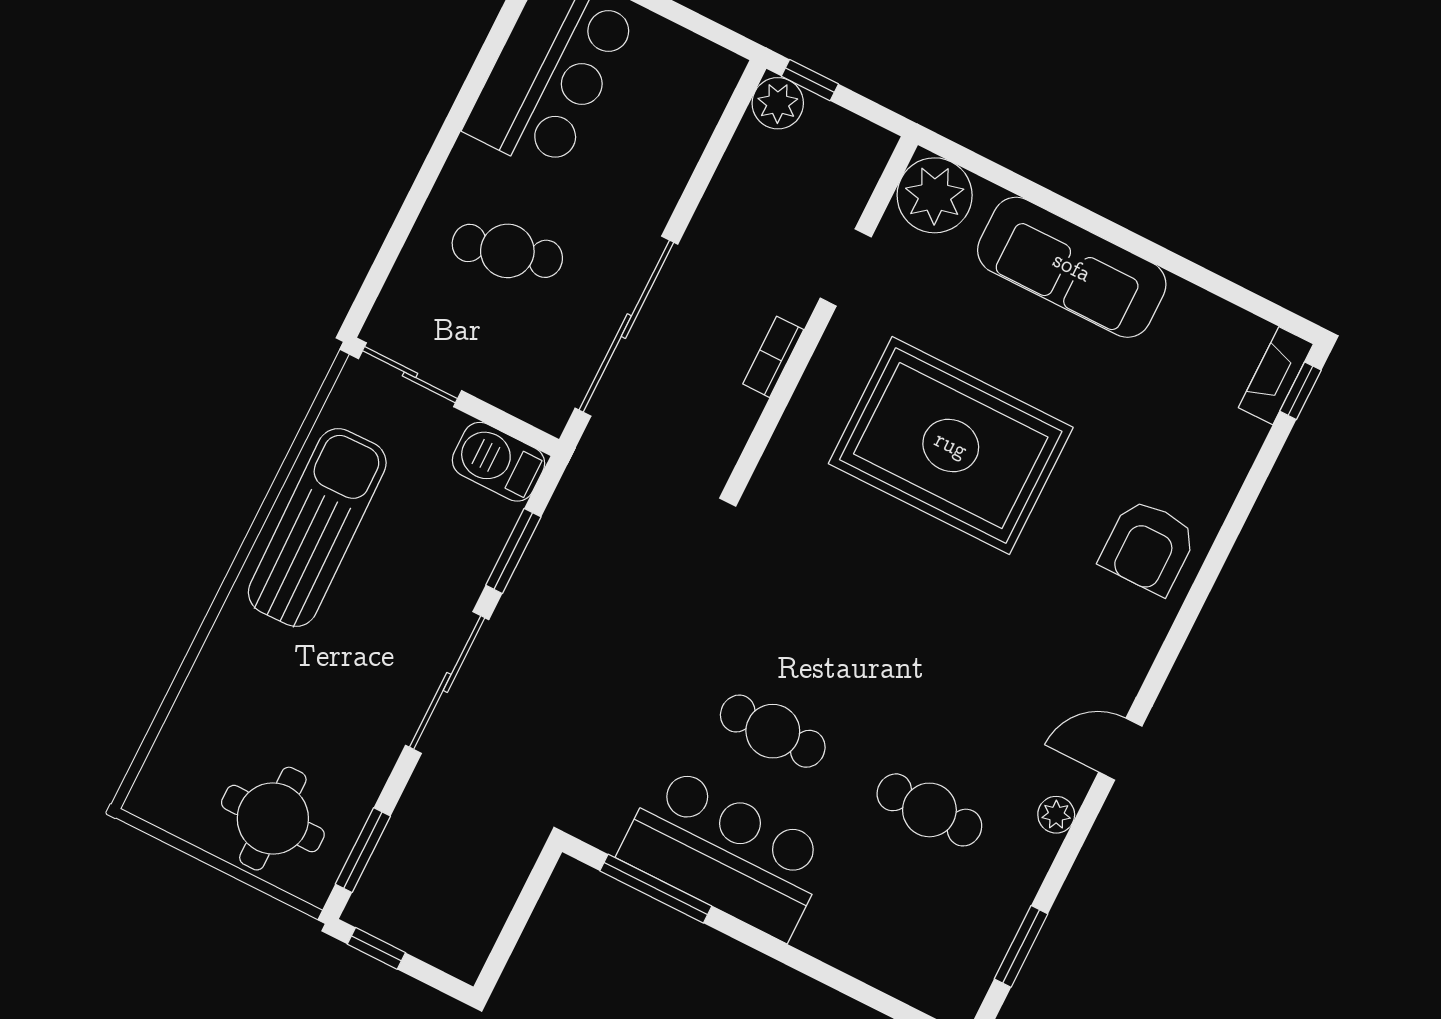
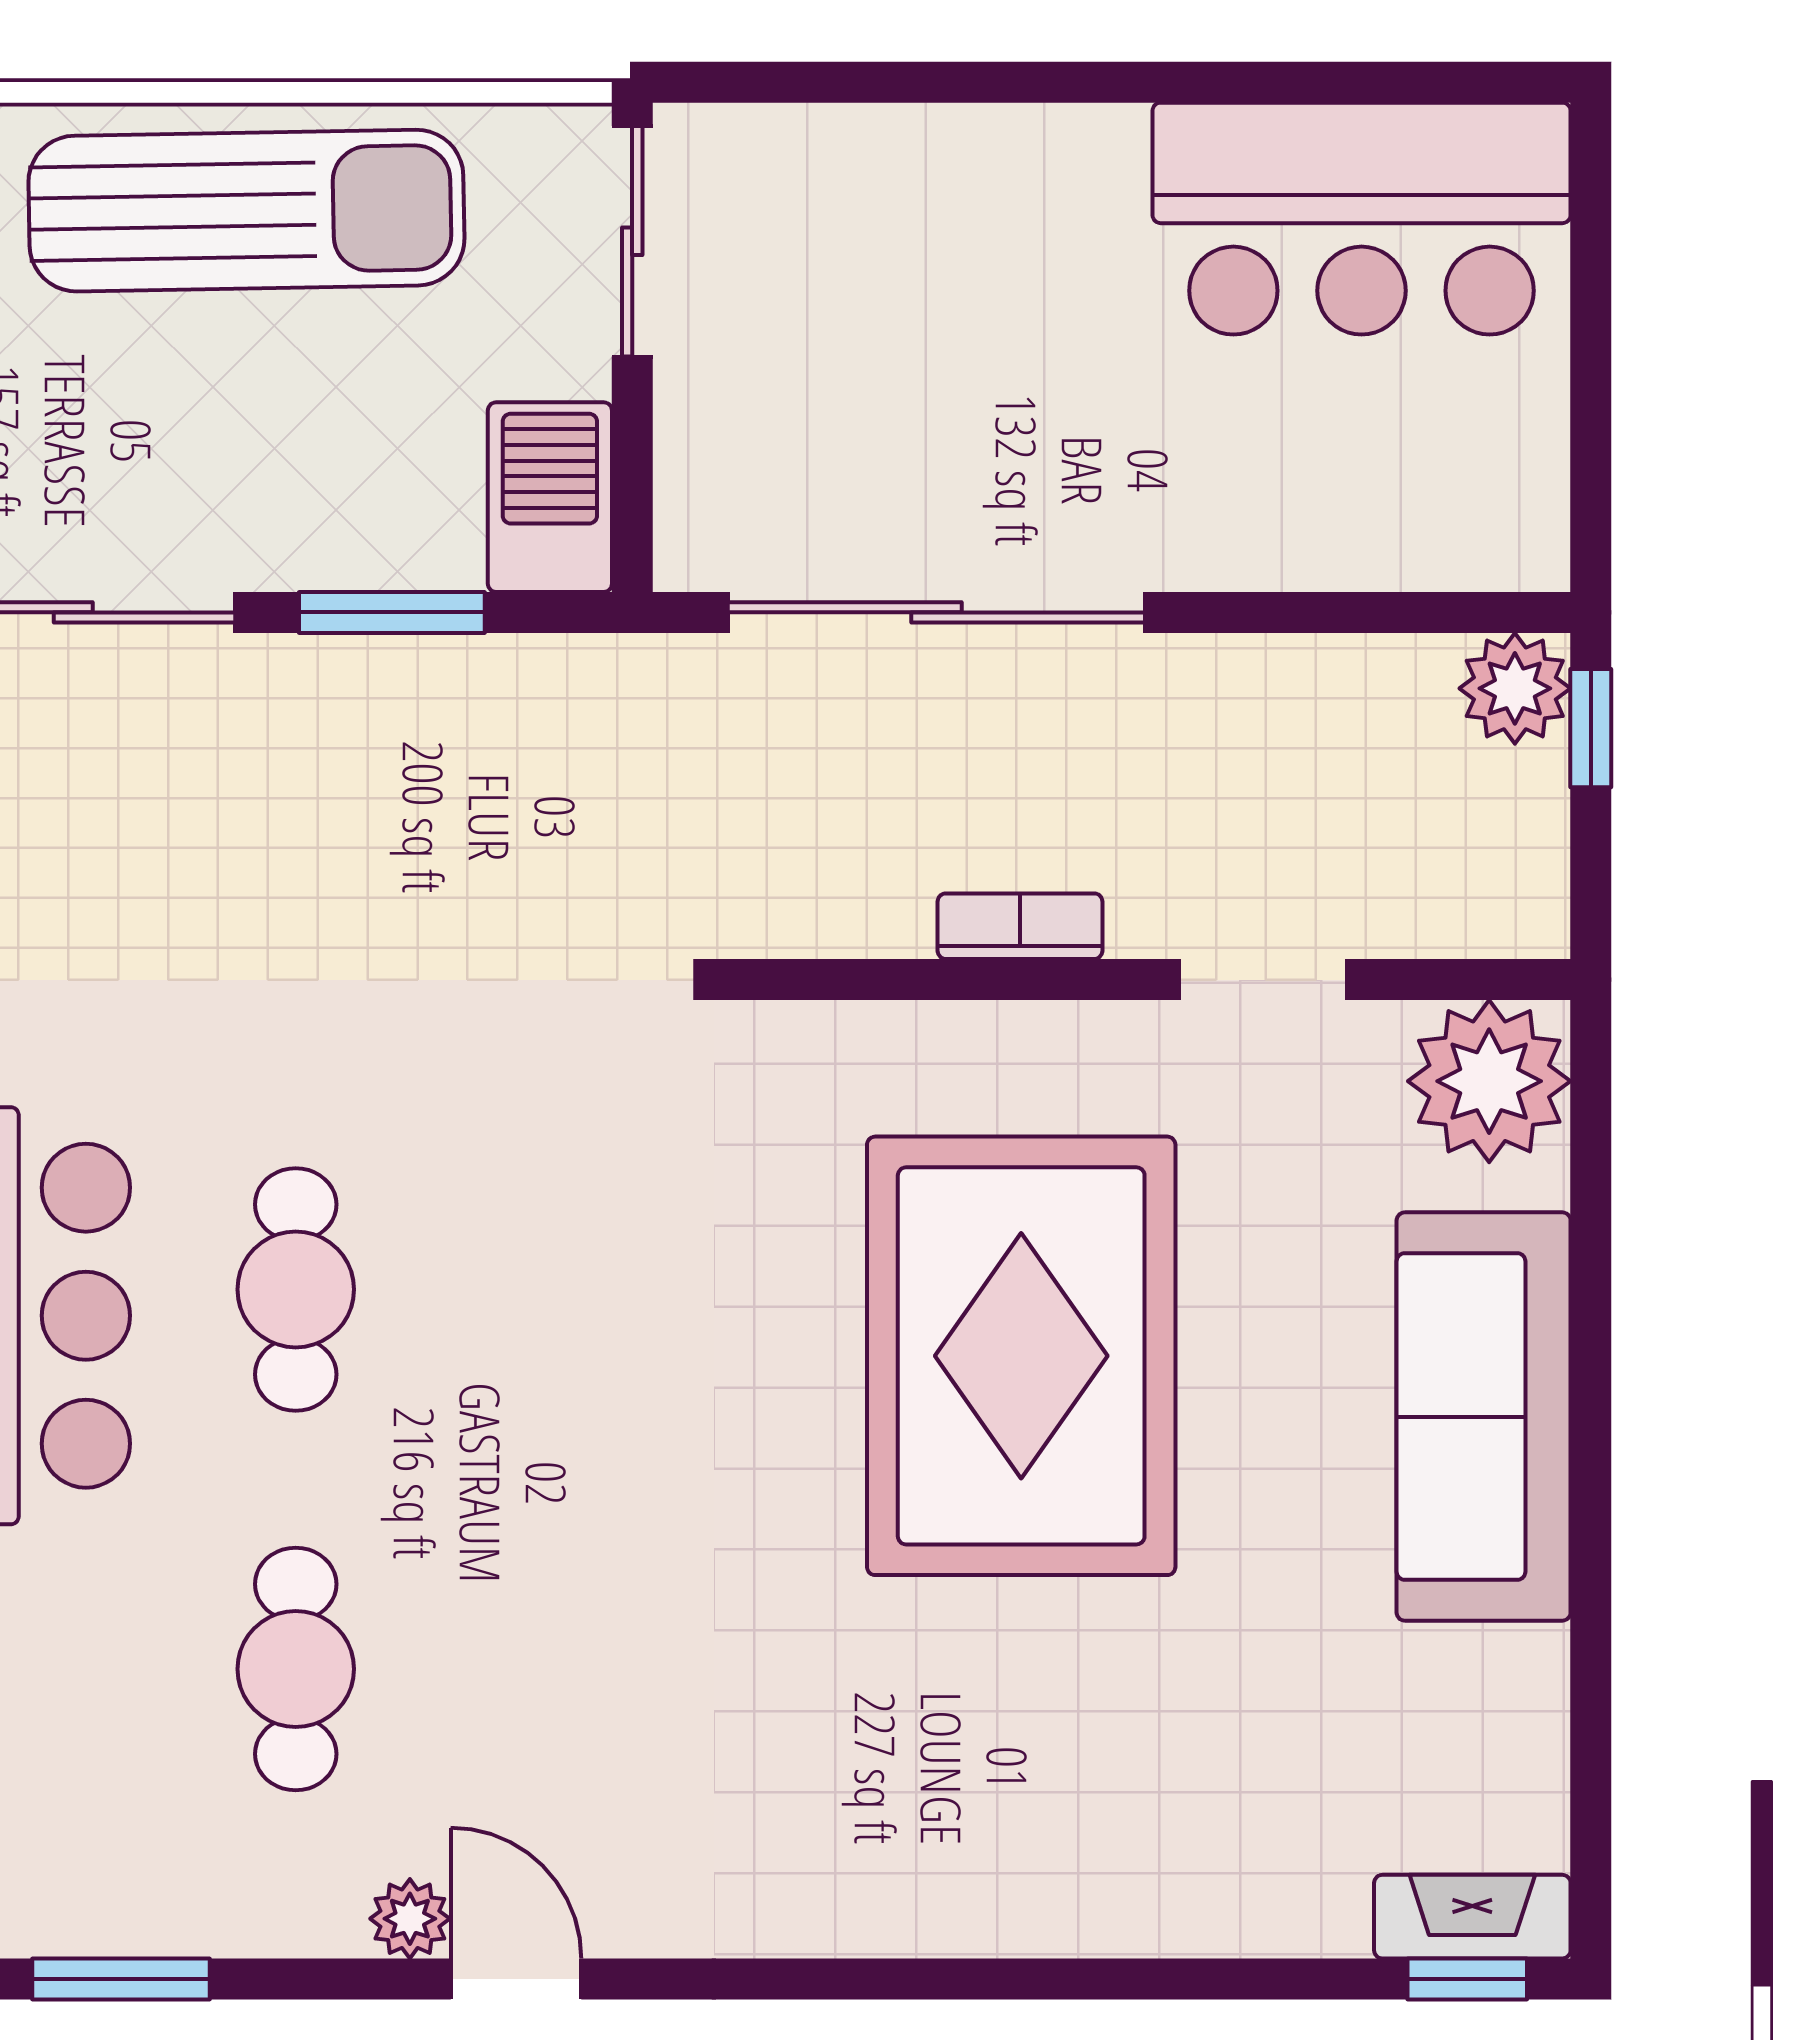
cafe table: (507, 251) -> (966, 309), removed
armchair: (1148, 547) -> (1018, 1836), removed
door: (1120, 749) -> (516, 1979), moved

